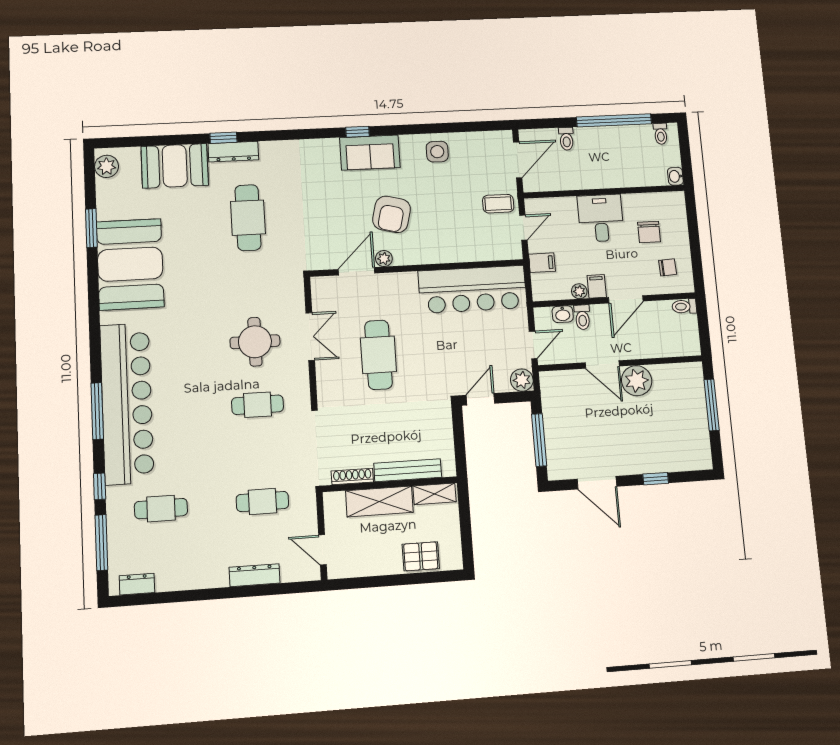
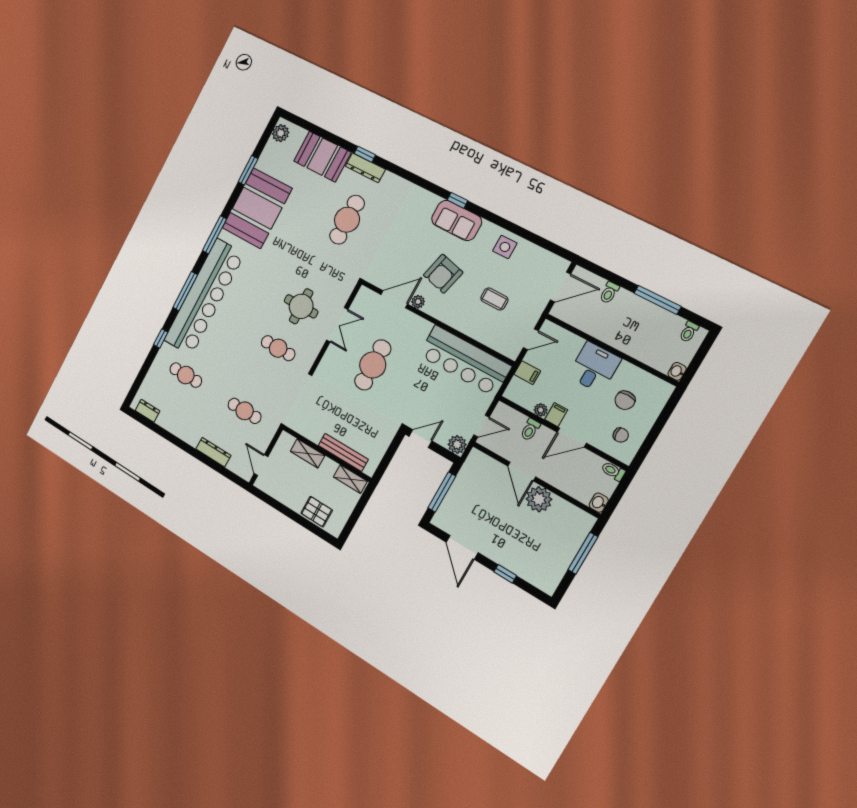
window: (614, 120) -> (658, 300), width x0.68
coffee table: (498, 204) -> (494, 299), moved
washbasin: (563, 314) -> (599, 503), moved, turned 90
shoe rack: (352, 476) -> (307, 432), removed
shelving: (379, 502) -> (308, 453), width x0.67, depth x0.75
window: (101, 543) -> (215, 235), moved

